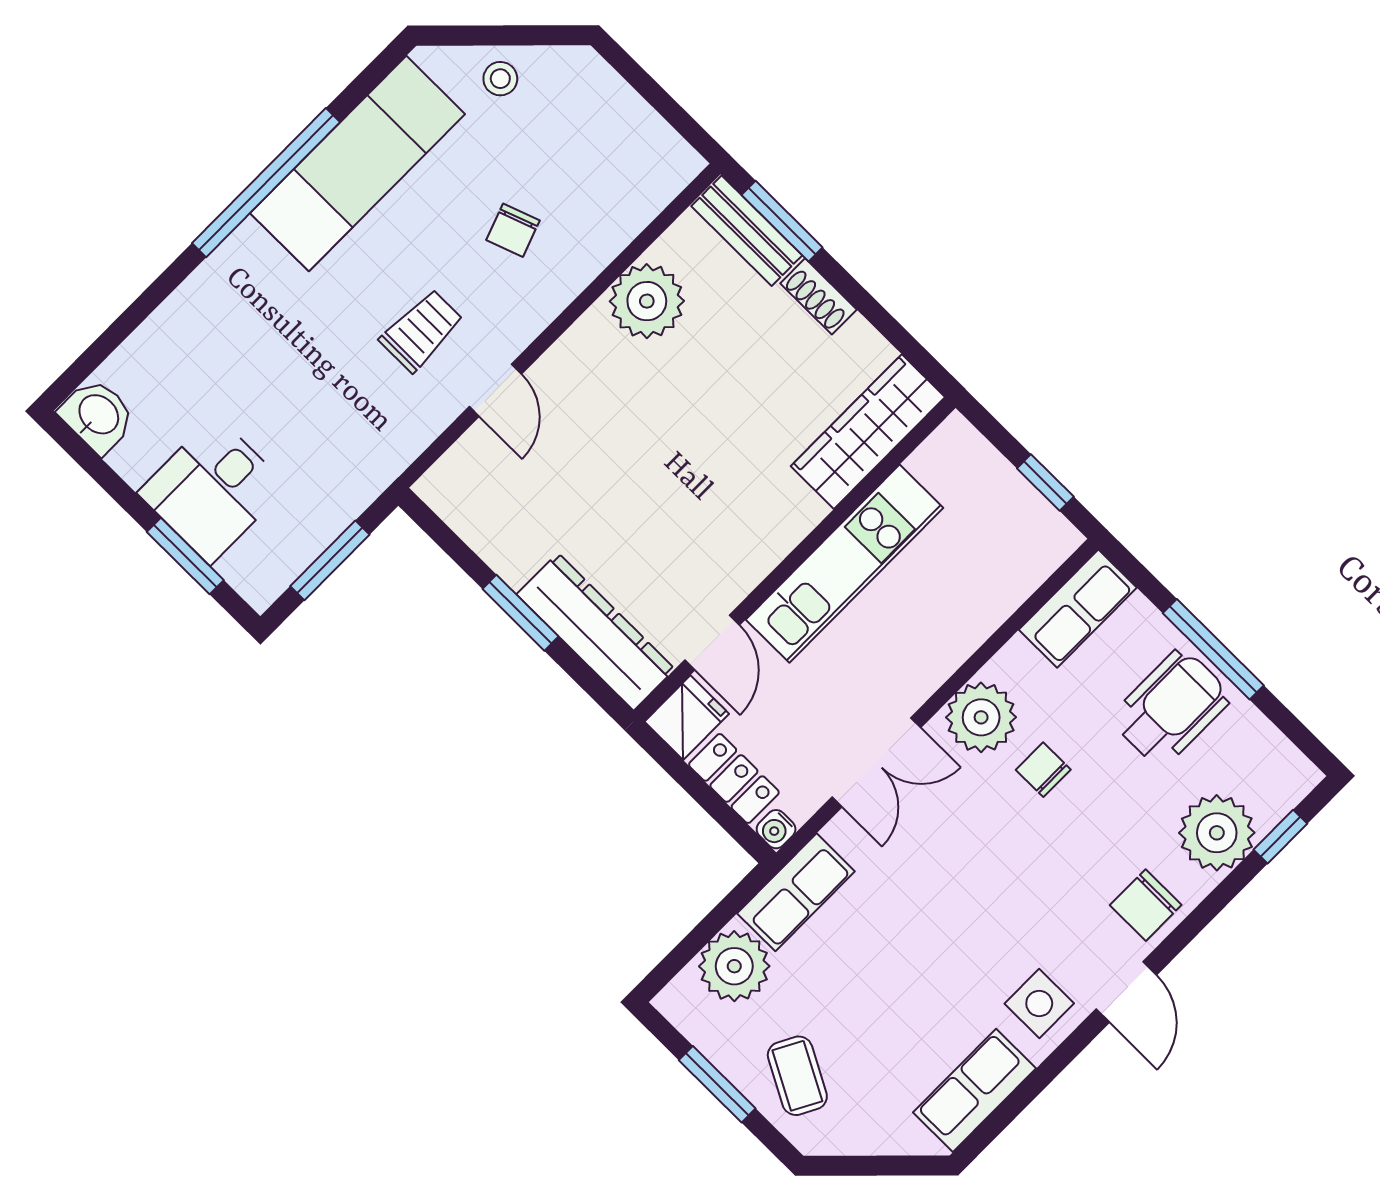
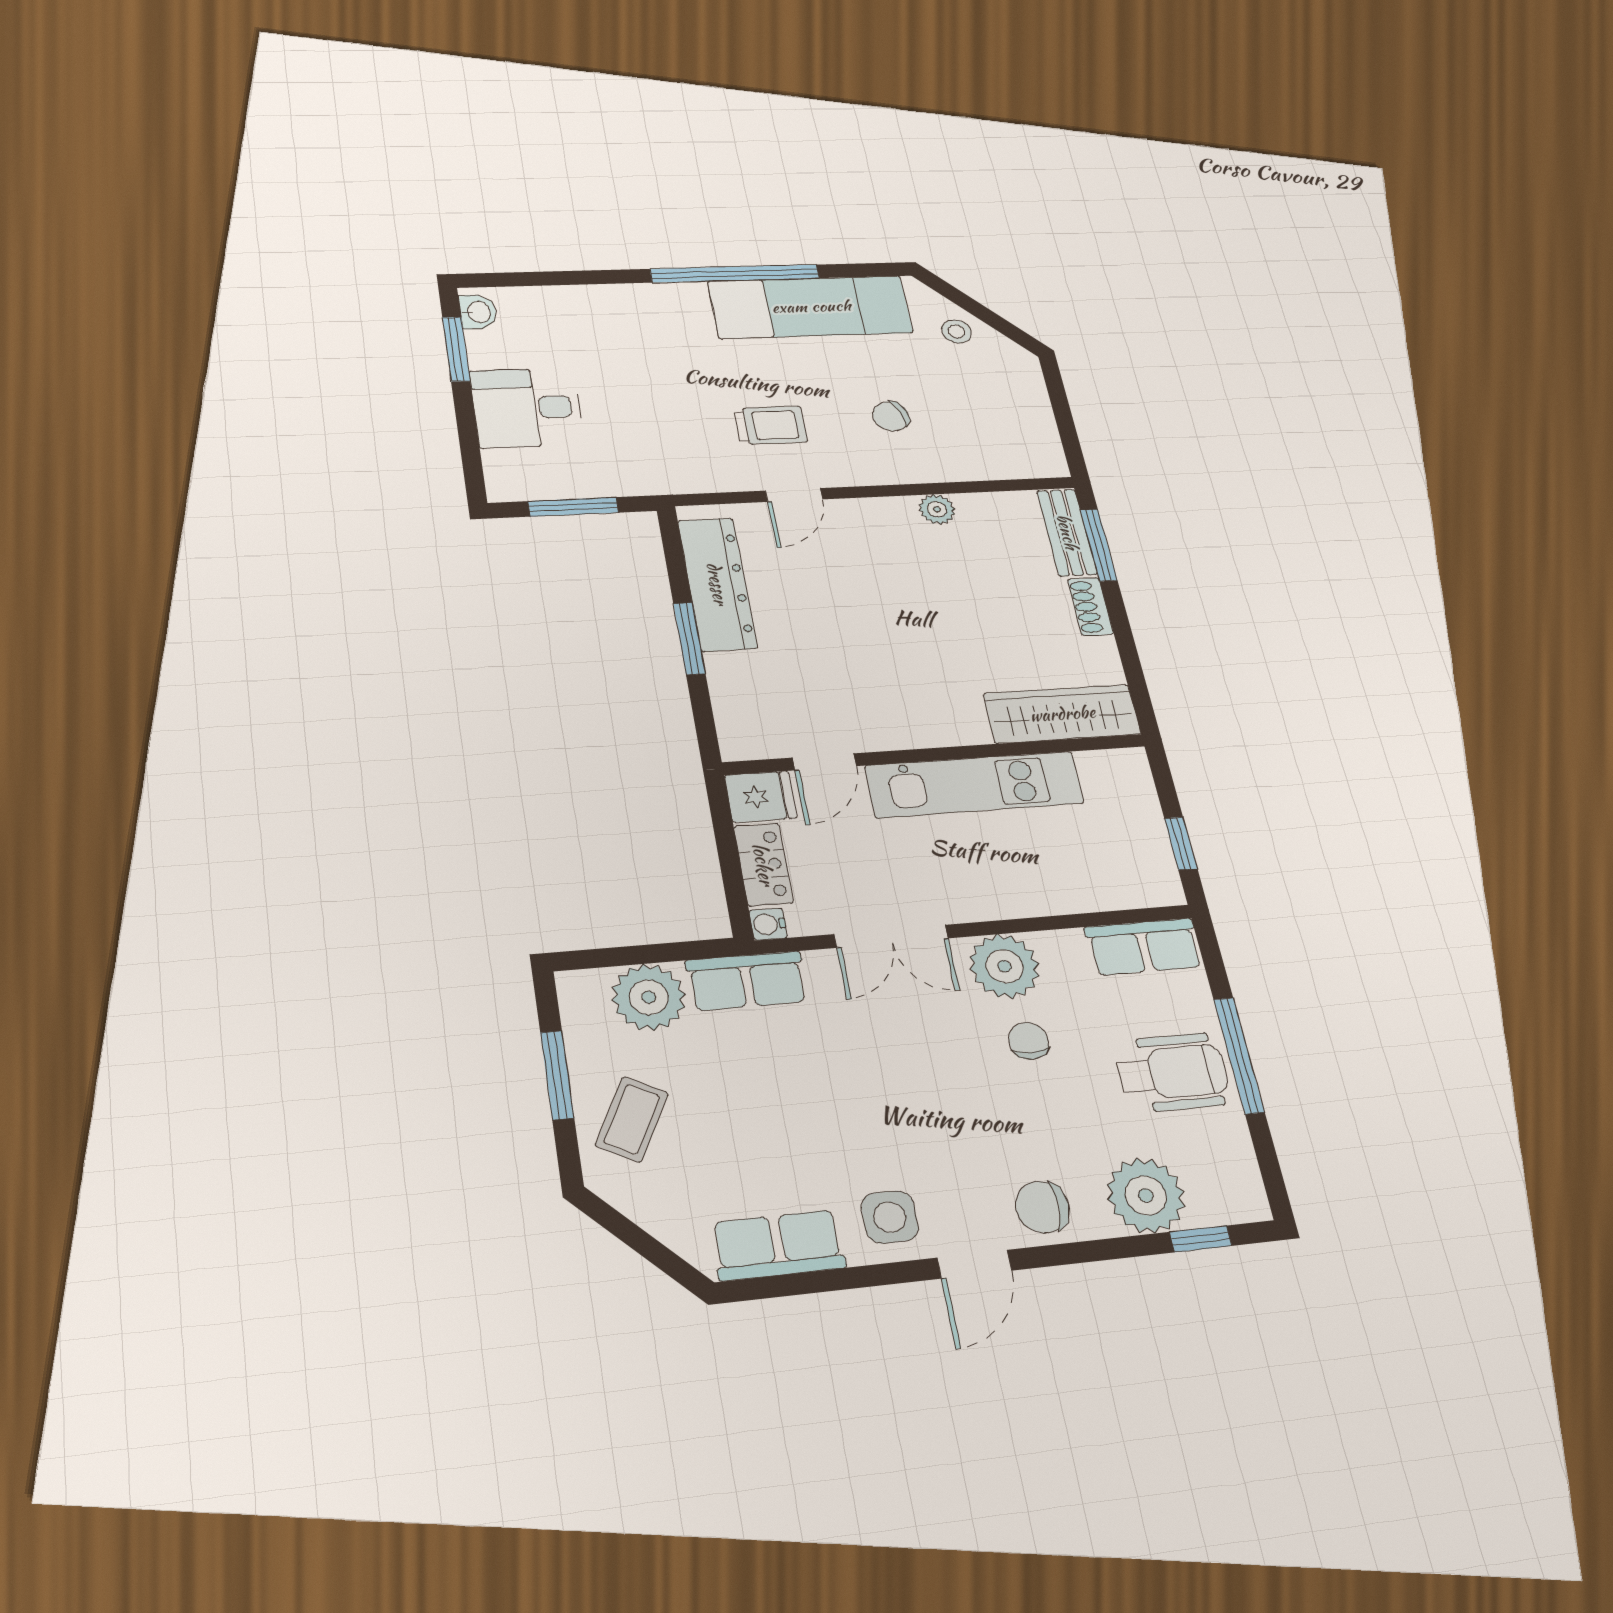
plant: (647, 301) -> (937, 509), width x0.53, depth x0.53
washbasin: (98, 415) -> (478, 312), width x0.72, depth x0.69
window: (185, 556) -> (456, 349), moved
dresser: (596, 632) -> (717, 584), moved

